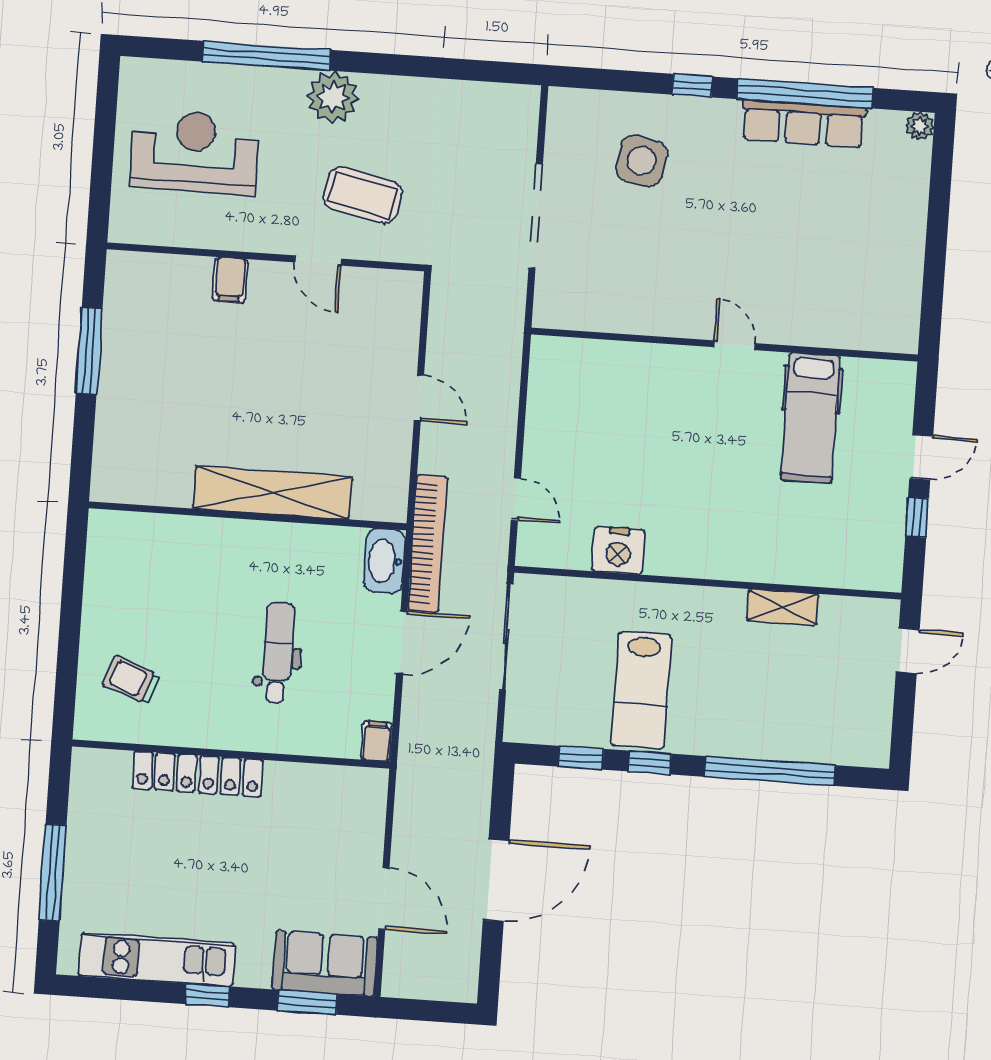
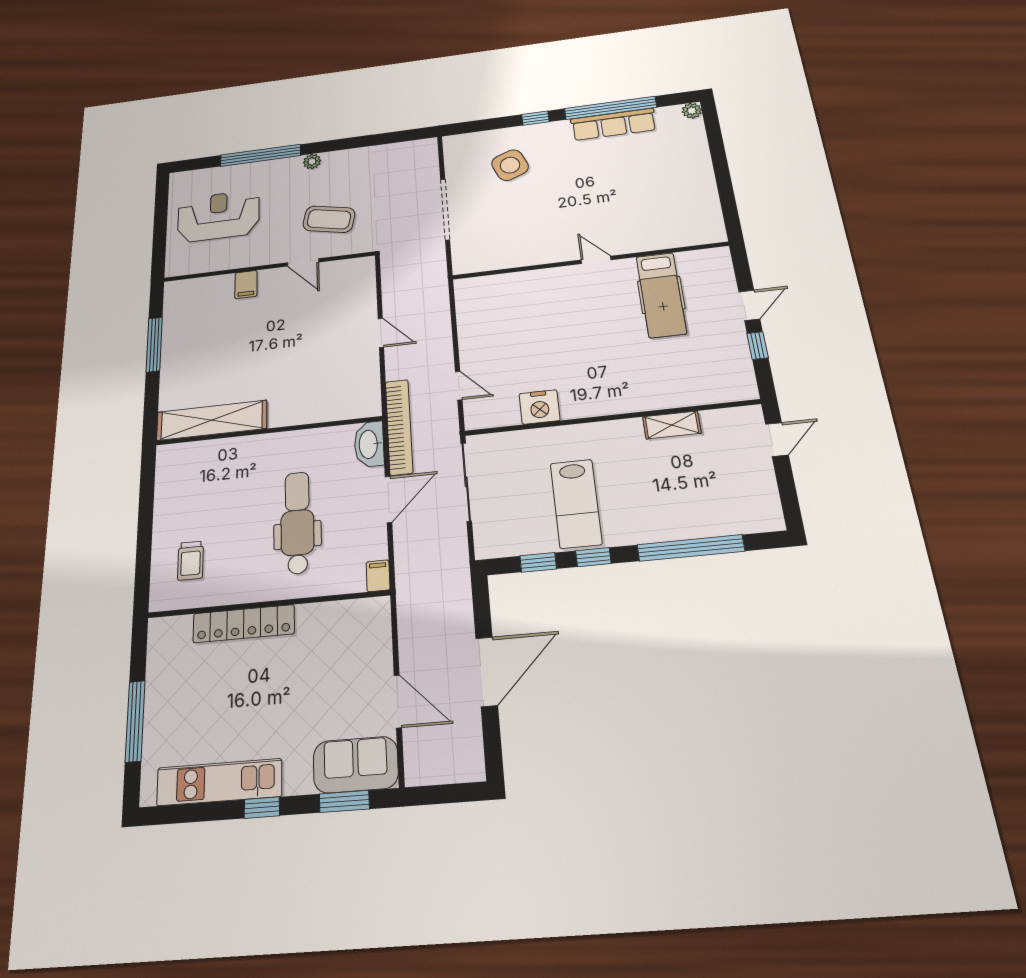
plant: (333, 97) -> (312, 161), width x0.53, depth x0.53
side table: (641, 161) -> (510, 165), turned -33
shelving: (272, 493) -> (212, 420), moved
dental chair: (278, 653) -> (297, 522), width x1.36, depth x1.38
trolley: (131, 680) -> (191, 561), turned -110

